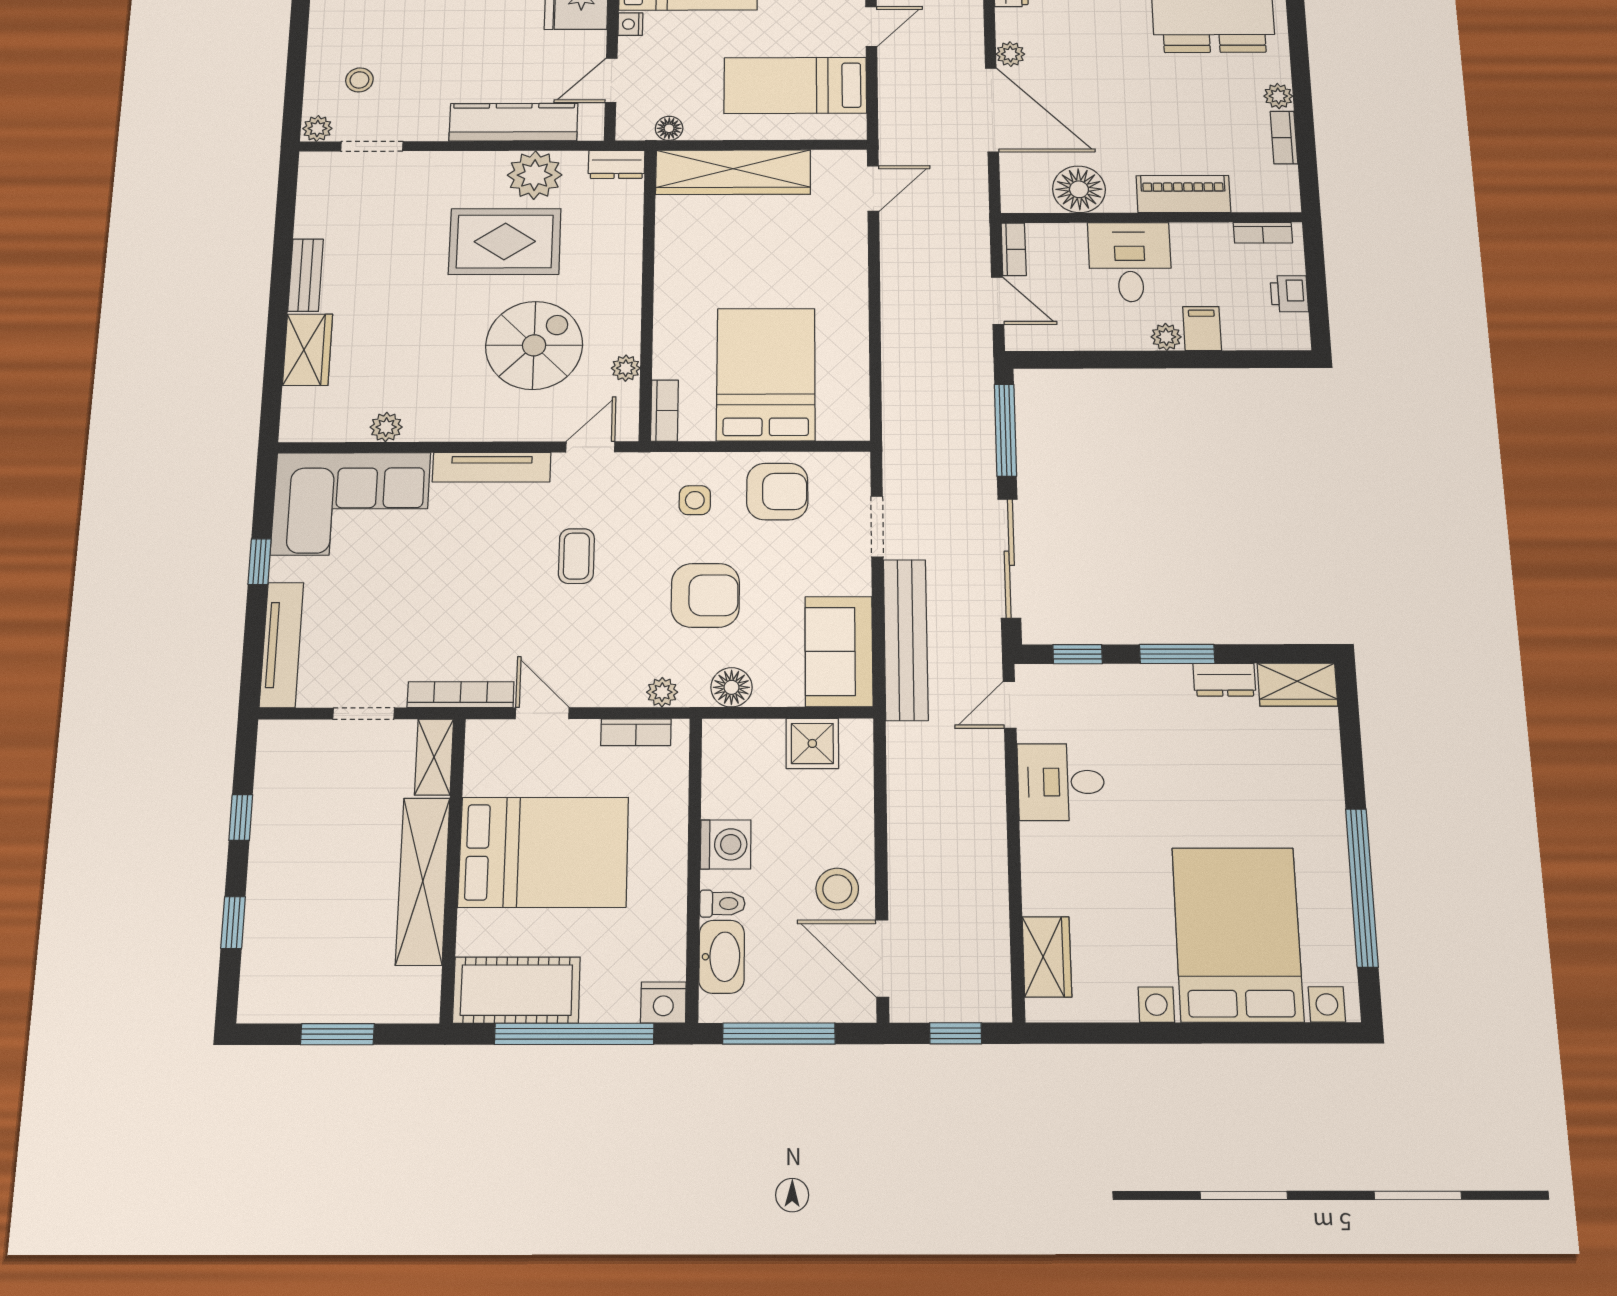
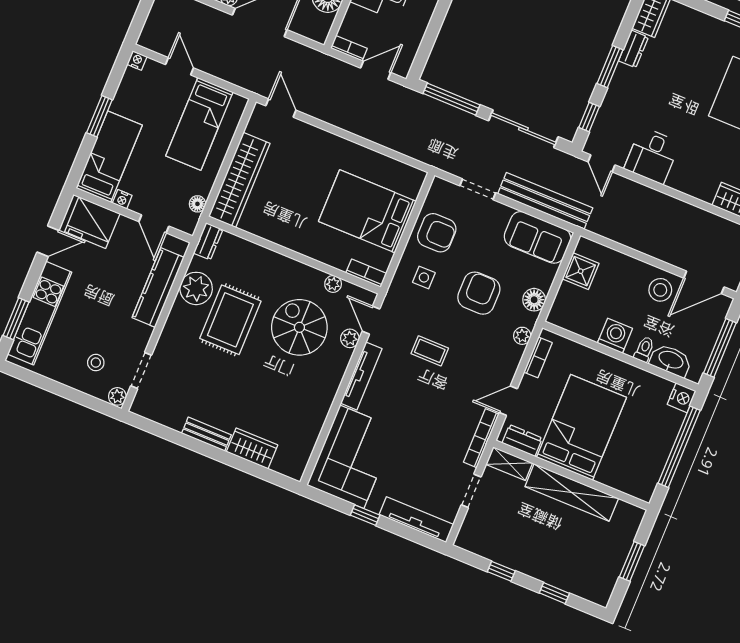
plant: (386, 427) -> (350, 338), moved
armchair: (777, 491) -> (437, 233), turned 90
dresser: (482, 763) -> (522, 440), added
cot: (517, 990) -> (646, 467), removed

